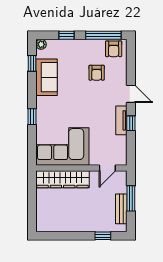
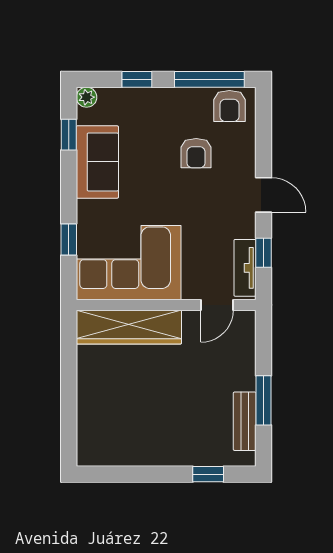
tv unit: (121, 120) -> (245, 268), moved
corner sofa: (62, 147) -> (129, 263), moved
wall: (81, 168) -> (166, 305), moved
door: (107, 168) -> (217, 305), moved
wardrobe: (63, 179) -> (129, 327), moved

